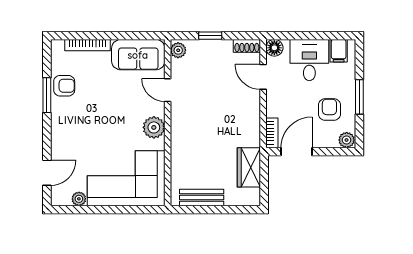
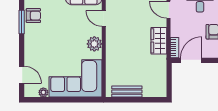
wardrobe: (249, 167) -> (159, 41), moved
door: (47, 173) -> (22, 75), hinge flipped

